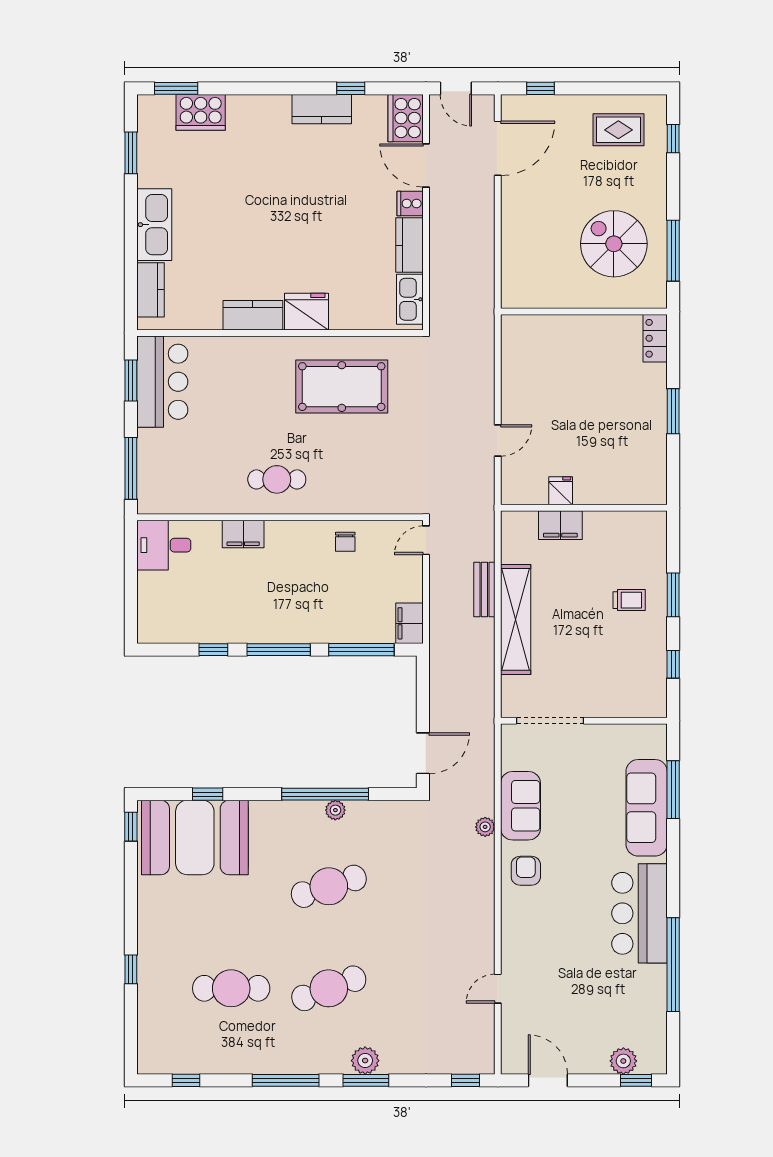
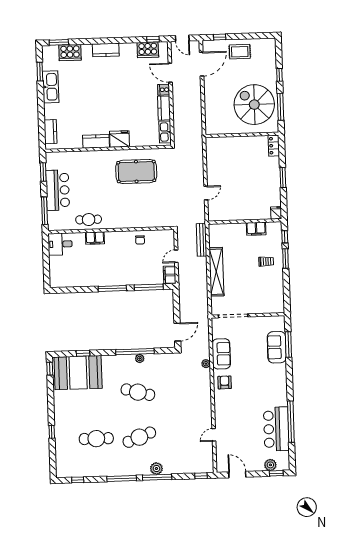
window: (351, 88) -> (153, 39), moved
kitchen counter: (322, 109) -> (106, 50), moved
cooker: (406, 118) -> (148, 50), moved, turned -90
rug: (618, 130) -> (240, 52), moved
window: (673, 139) -> (279, 75), moved
kitchen sink: (154, 225) -> (51, 87), moved
spiral stairs: (614, 244) -> (254, 105), width x1.37, depth x1.37
bar counter: (162, 382) -> (58, 190), moved
cafe table: (277, 479) -> (89, 220), moved
fridge: (561, 491) -> (276, 213), moved
filing cabinet: (560, 525) -> (256, 229), moved
door: (426, 540) -> (176, 256), moved
bench: (484, 589) -> (202, 240), moved, width x1.36
window: (213, 650) -> (84, 289), removed
window: (673, 664) -> (285, 237), moved
sofa: (647, 808) -> (277, 347), width x0.73
cafe table: (329, 886) -> (138, 392), turned 33
bar counter: (640, 913) -> (276, 429), moved
window: (366, 1080) -> (157, 477), width x1.44

